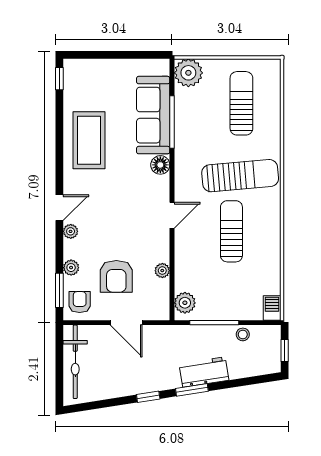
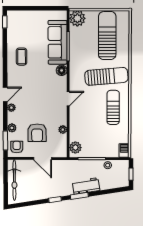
sun lounger: (241, 103) -> (107, 36), width x1.36, depth x1.34
coffee table: (89, 140) -> (22, 57), width x0.54, depth x0.58
sun lounger: (231, 231) -> (113, 107), moved

